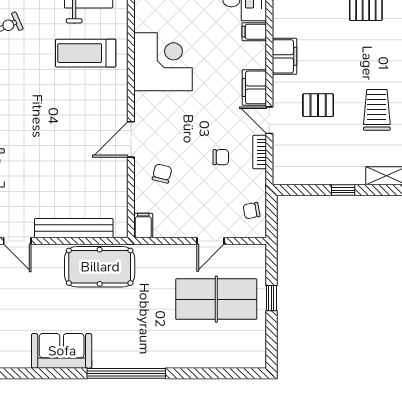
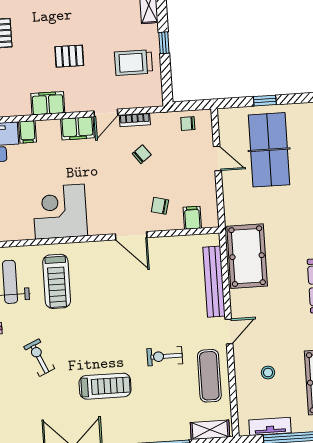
pallet: (318, 105) -> (69, 56), moved, turned 90
trolley: (377, 110) -> (134, 63), moved
chair: (221, 157) -> (142, 154), turned 53
chair: (252, 211) -> (188, 124), turned 100
filing cabinet: (143, 225) -> (192, 218), moved, turned 90

